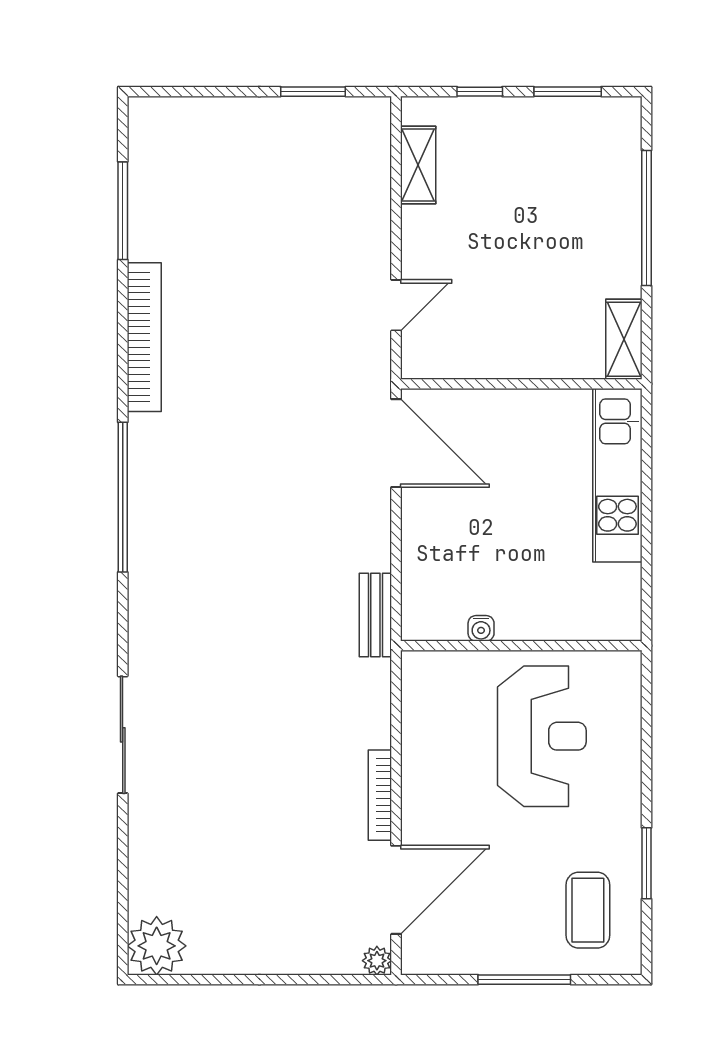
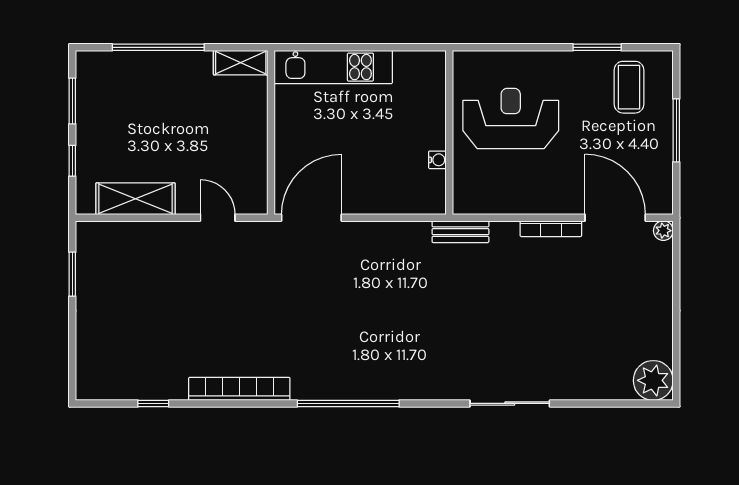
shelving: (418, 165) -> (136, 199), width x1.50, depth x1.33
window: (123, 211) -> (153, 403), width x0.46
bench: (375, 615) -> (460, 232), moved
coffee table: (588, 910) -> (629, 87), turned 90

